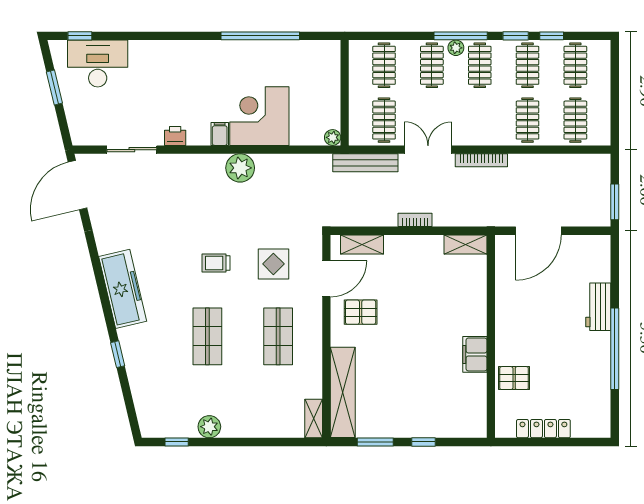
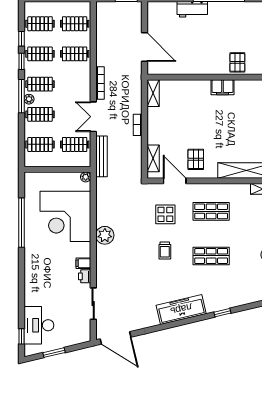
corner desk: (259, 116) -> (65, 216), width x1.36, depth x1.36
filing cabinet: (220, 134) -> (83, 263), moved

